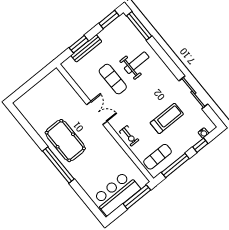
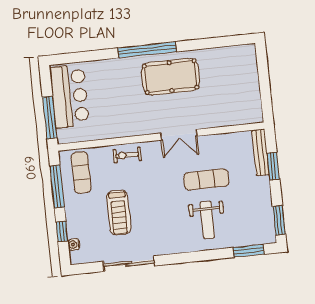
window: (139, 26) -> (249, 251), width x0.69
bench: (86, 48) -> (260, 152), moved

